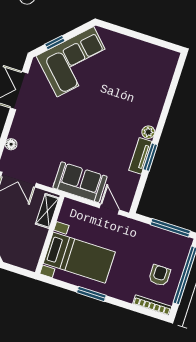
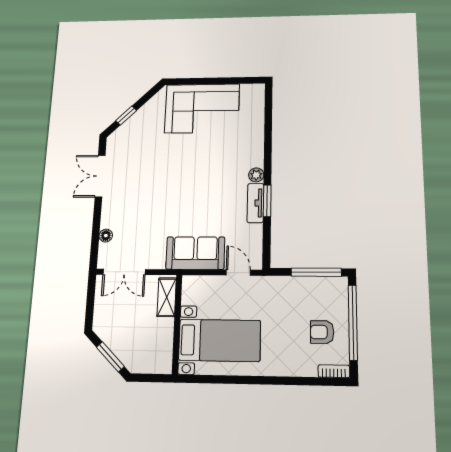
corner sofa: (75, 62) -> (202, 108), moved, turned 45
armchair: (160, 275) -> (322, 332), turned -90
window: (91, 294) -> (247, 380), removed
bookcase: (152, 305) -> (334, 371), width x0.64

